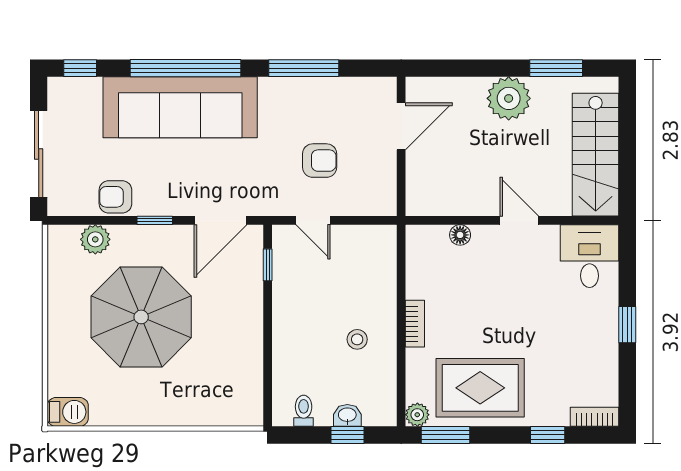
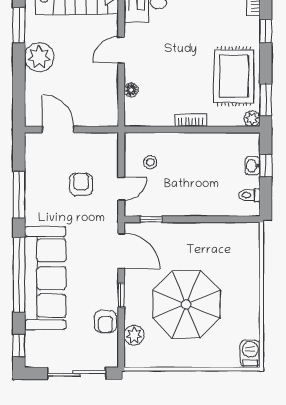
stool: (357, 339) -> (150, 162), moved

